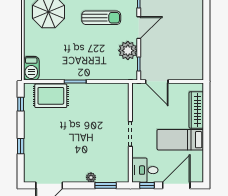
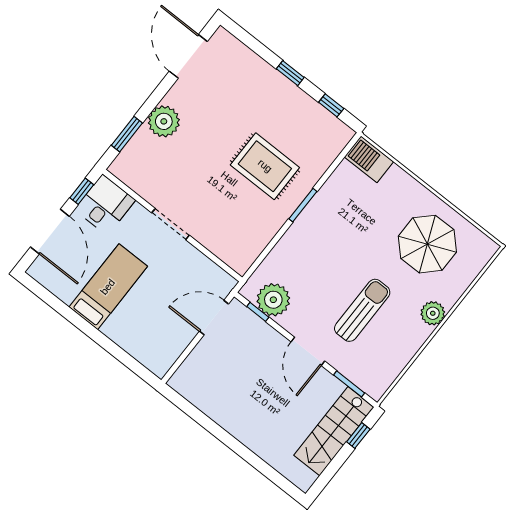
sun lounger: (101, 18) -> (362, 310), turned 180
plant: (128, 51) -> (273, 300), moved
rug: (51, 96) -> (265, 166), moved, turned 90
wardrobe: (196, 110) -> (132, 341), removed
window: (21, 146) -> (290, 73), moved
plant: (91, 177) -> (164, 121), width x1.88, depth x1.88

